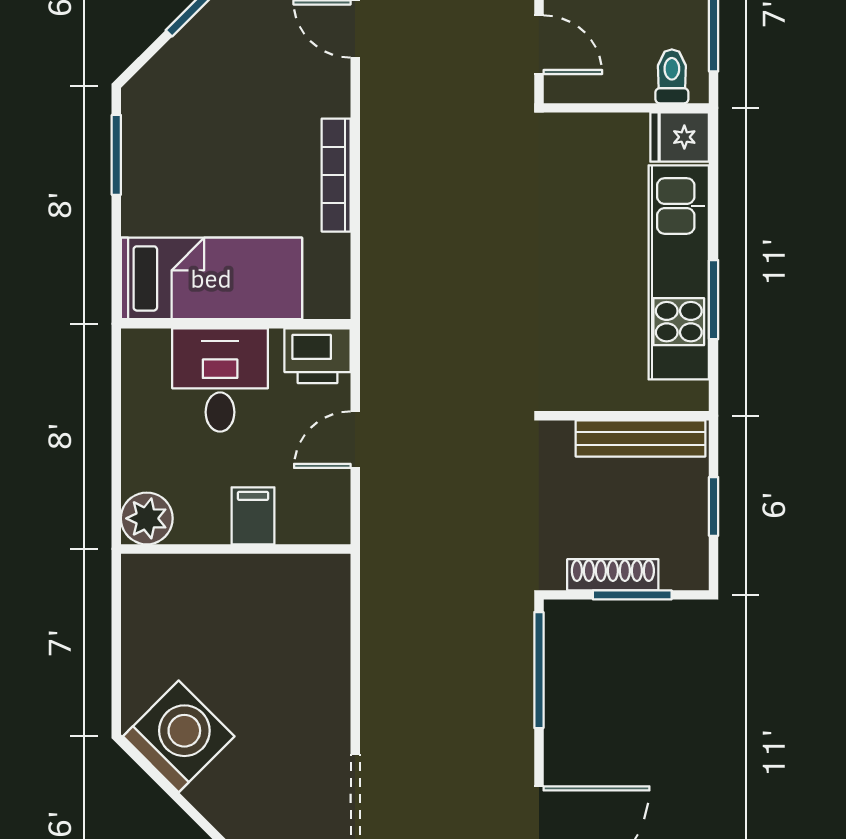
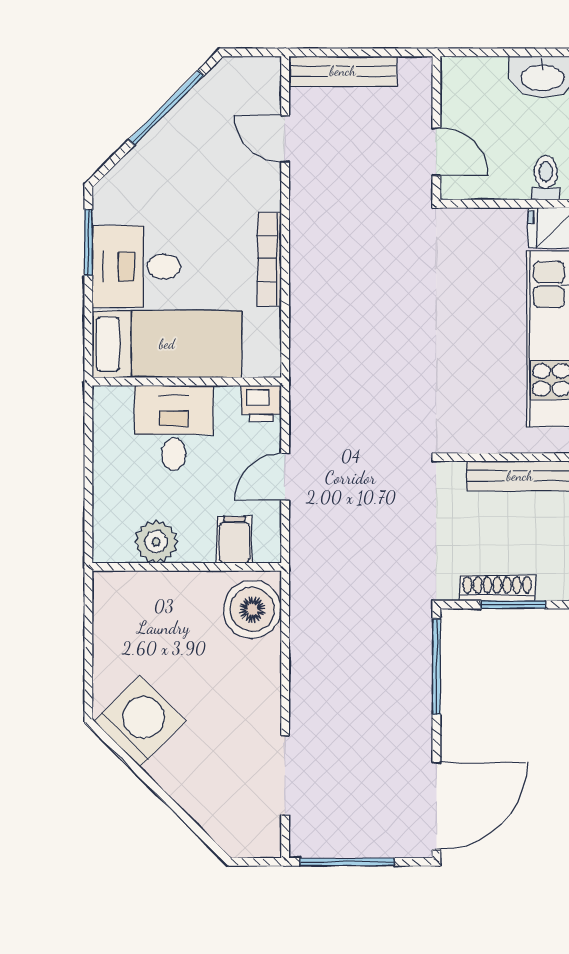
desk: (175, 184) -> (136, 267), added
printer: (318, 356) -> (261, 403), width x0.73, depth x0.81
filing cabinet: (253, 516) -> (234, 540), moved
plant: (147, 518) -> (156, 542), moved
boiler: (315, 601) -> (252, 609), added

